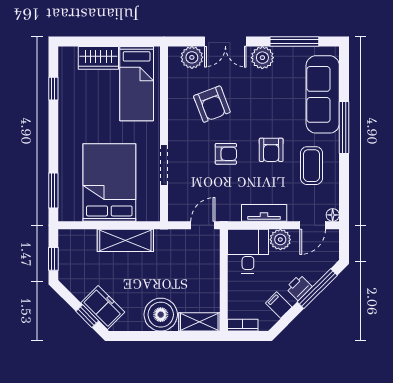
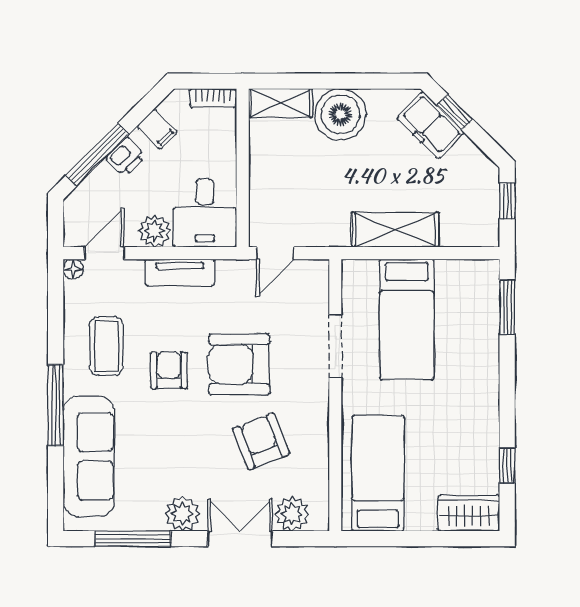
wardrobe: (98, 58) -> (469, 513), moved
armchair: (226, 154) -> (239, 364), width x1.88, depth x1.88
bed: (109, 183) -> (407, 319), width x0.67

